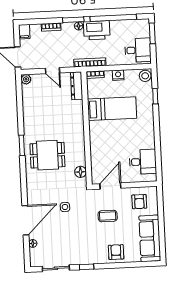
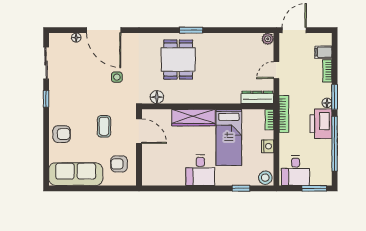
filing cabinet: (24, 32) -> (323, 52), moved
wardrobe: (97, 140) -> (193, 118), added
desk: (143, 162) -> (200, 170), moved

